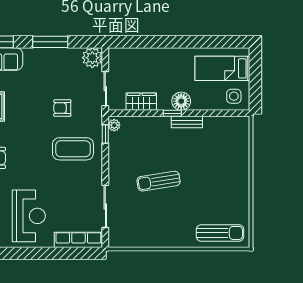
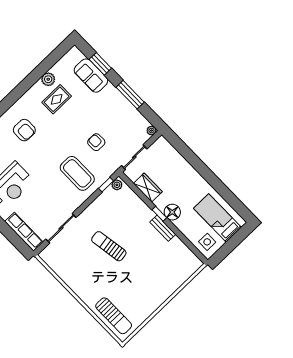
plant: (92, 58) -> (152, 131), width x0.53, depth x0.53

